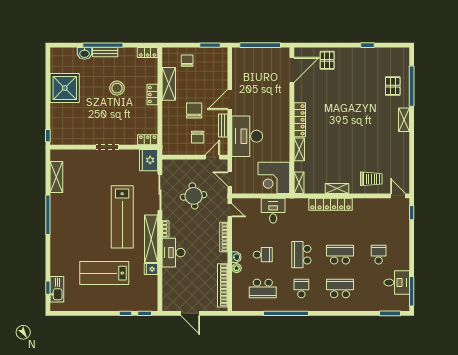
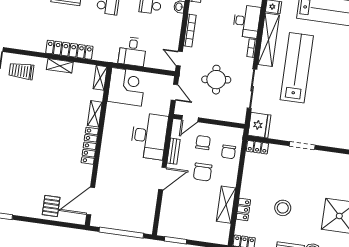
chair: (187, 61) -> (229, 152), moved
locker: (152, 94) -> (243, 209), moved

